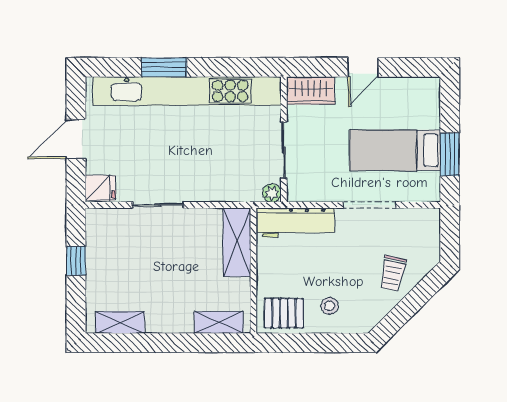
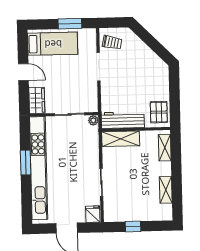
window: (164, 67) -> (26, 162), moved
bed: (395, 150) -> (53, 44), moved, turned -90
workbench: (295, 223) -> (123, 120), moved, turned -90
trolley: (393, 273) -> (112, 42), moved
stool: (329, 306) -> (154, 87), removed
shelving: (120, 322) -> (166, 190), moved

